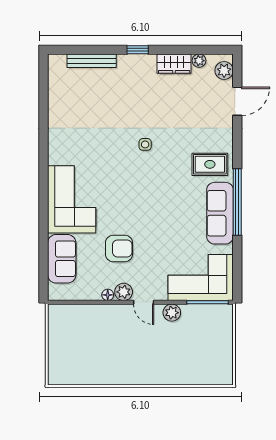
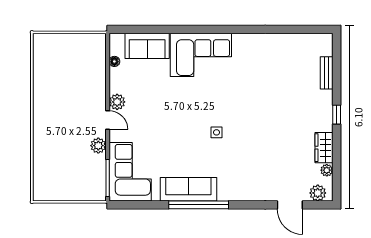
bench: (92, 61) -> (327, 73), width x0.73
side table: (145, 144) -> (217, 132), moved
rug: (210, 164) -> (233, 180), removed
armchair: (119, 248) -> (156, 98), removed
floor lamp: (108, 295) -> (114, 61), moved
door: (144, 302) -> (108, 120), swing flipped

